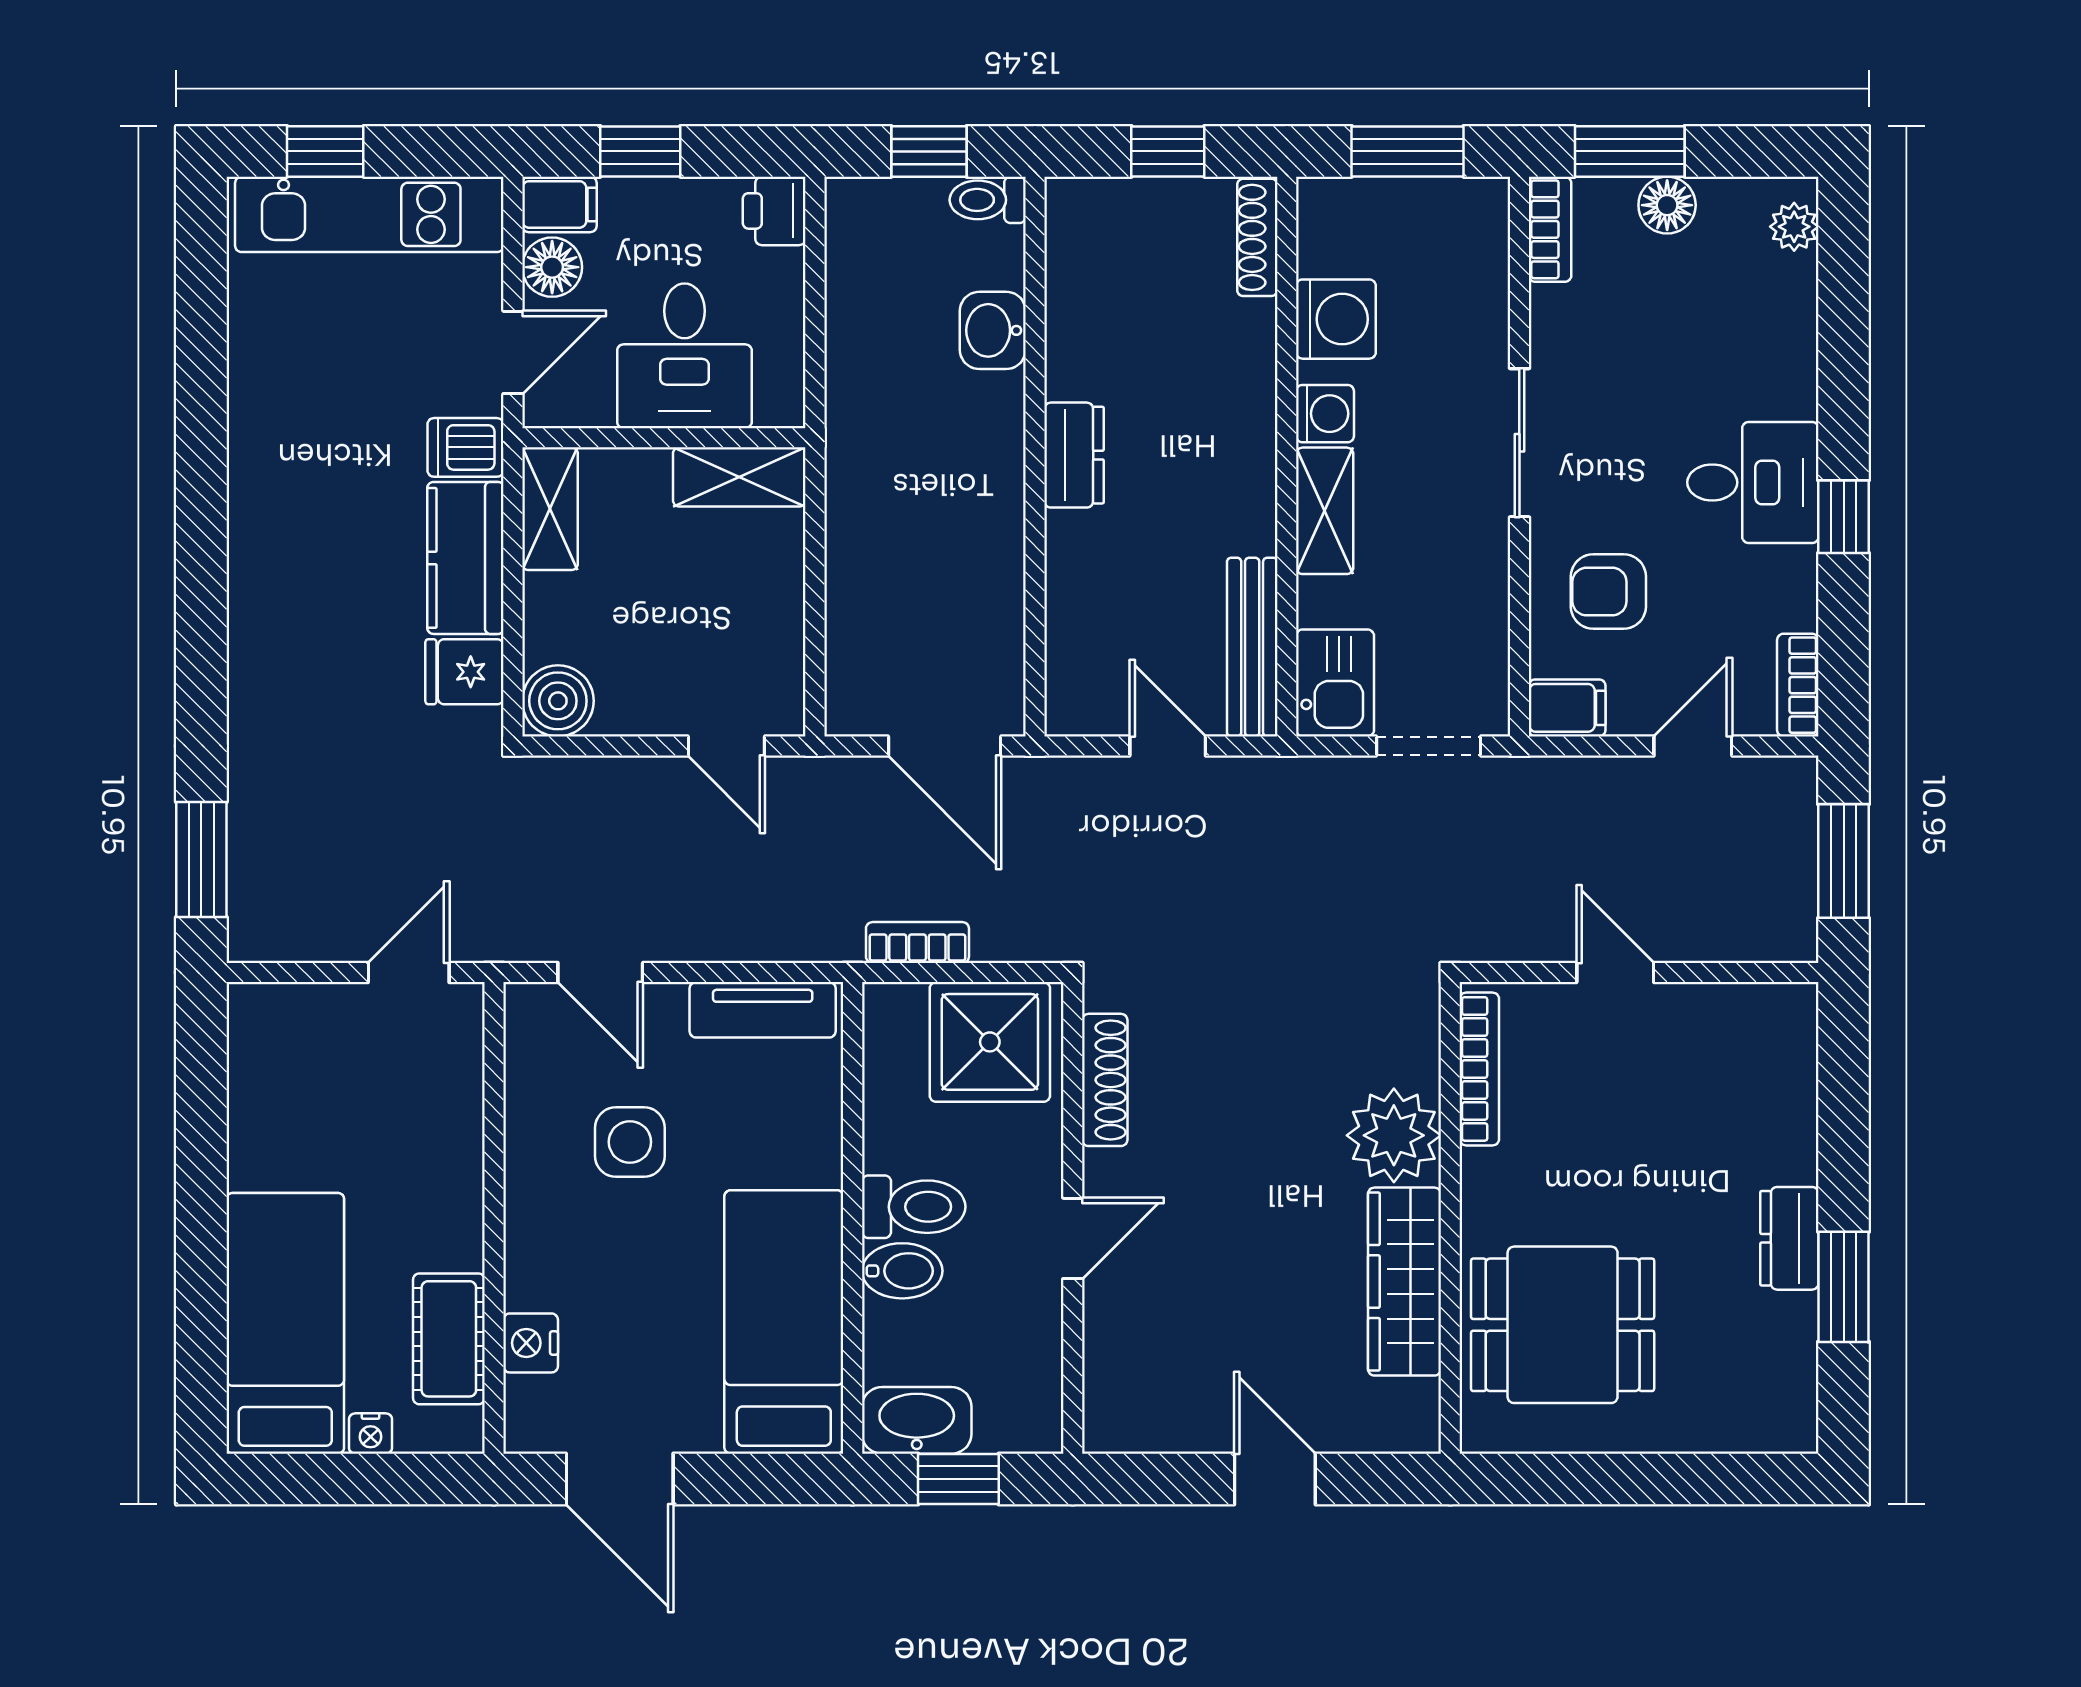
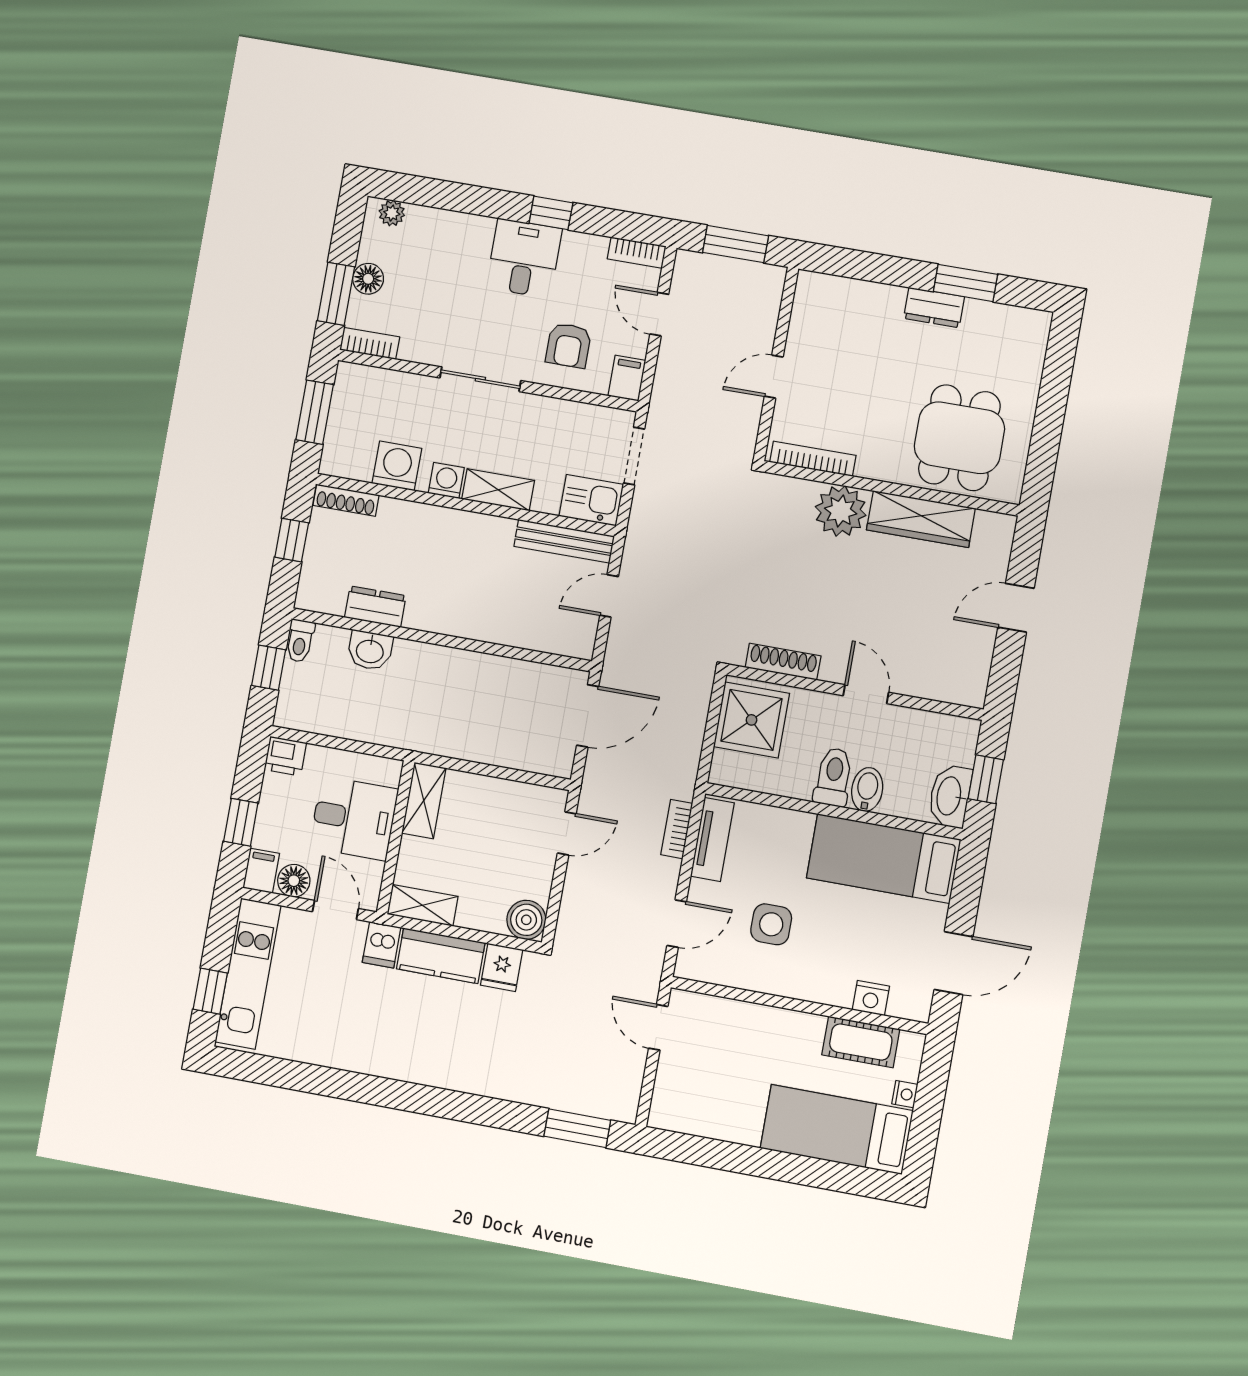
dresser: (1074, 455) -> (375, 607), moved
bookcase: (917, 943) -> (677, 829), moved

